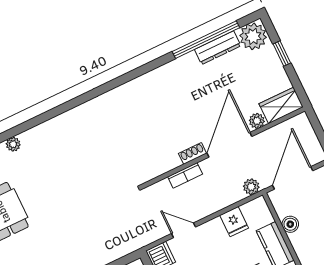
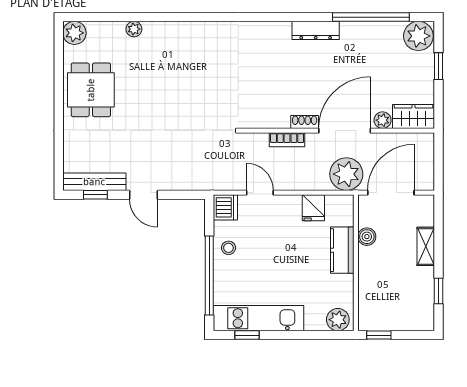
dresser: (218, 48) -> (316, 30), moved
plant: (251, 187) -> (346, 174), width x1.87, depth x1.87

